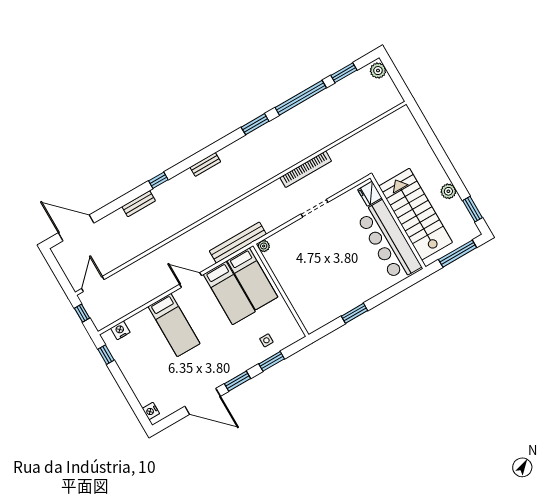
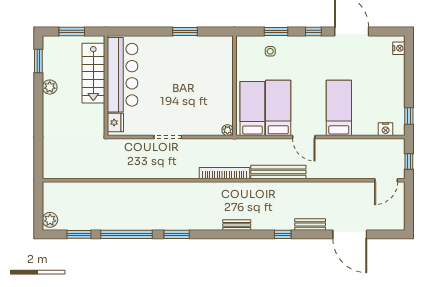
bookcase: (306, 169) -> (225, 173), moved
stairs: (415, 214) -> (93, 73), width x0.73, depth x0.66
door: (76, 228) -> (350, 234), moved
bench: (238, 243) -> (278, 172), moved
window: (458, 254) -> (72, 32), width x0.69
window: (238, 381) -> (313, 32), width x0.67

